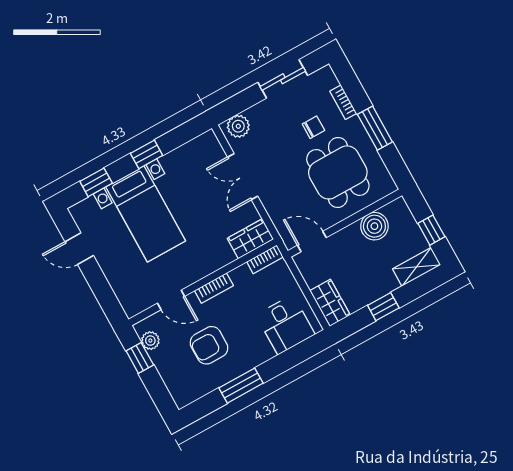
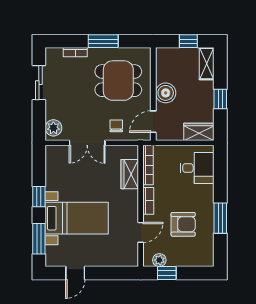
chair: (313, 127) -> (116, 126), moved
window: (96, 182) -> (39, 239), width x1.50
boiler: (374, 226) -> (166, 93), moved
wardrobe: (250, 239) -> (130, 174), moved
bookcase: (265, 259) -> (148, 165), width x1.56
armchair: (209, 345) -> (183, 224), turned -90

